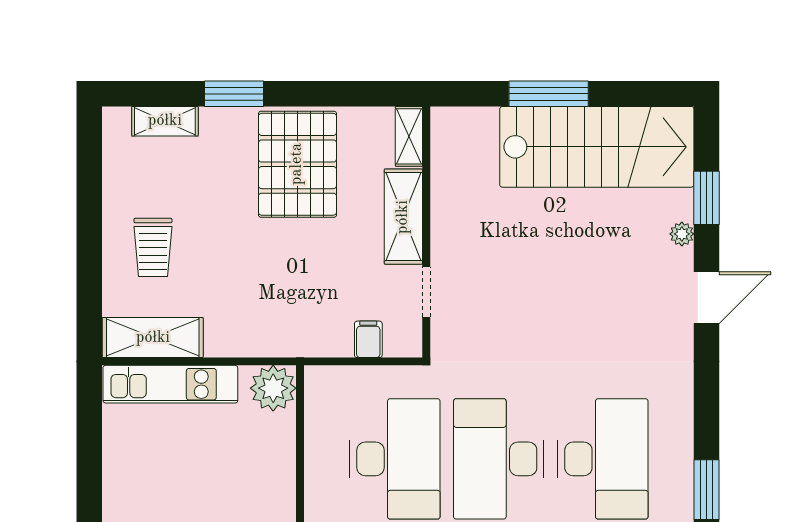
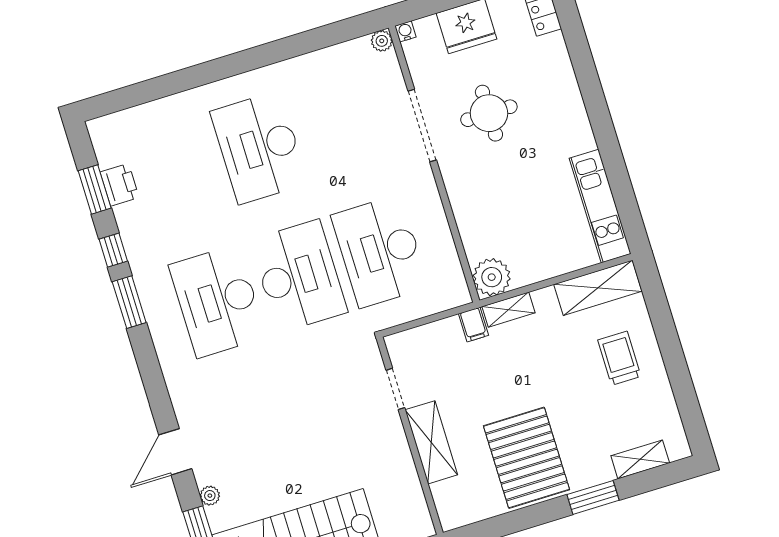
shelving: (409, 136) -> (508, 310), moved, turned 90
filing cabinet: (368, 339) -> (474, 324), moved
kitchen unit: (170, 384) -> (600, 206), moved, turned -90

